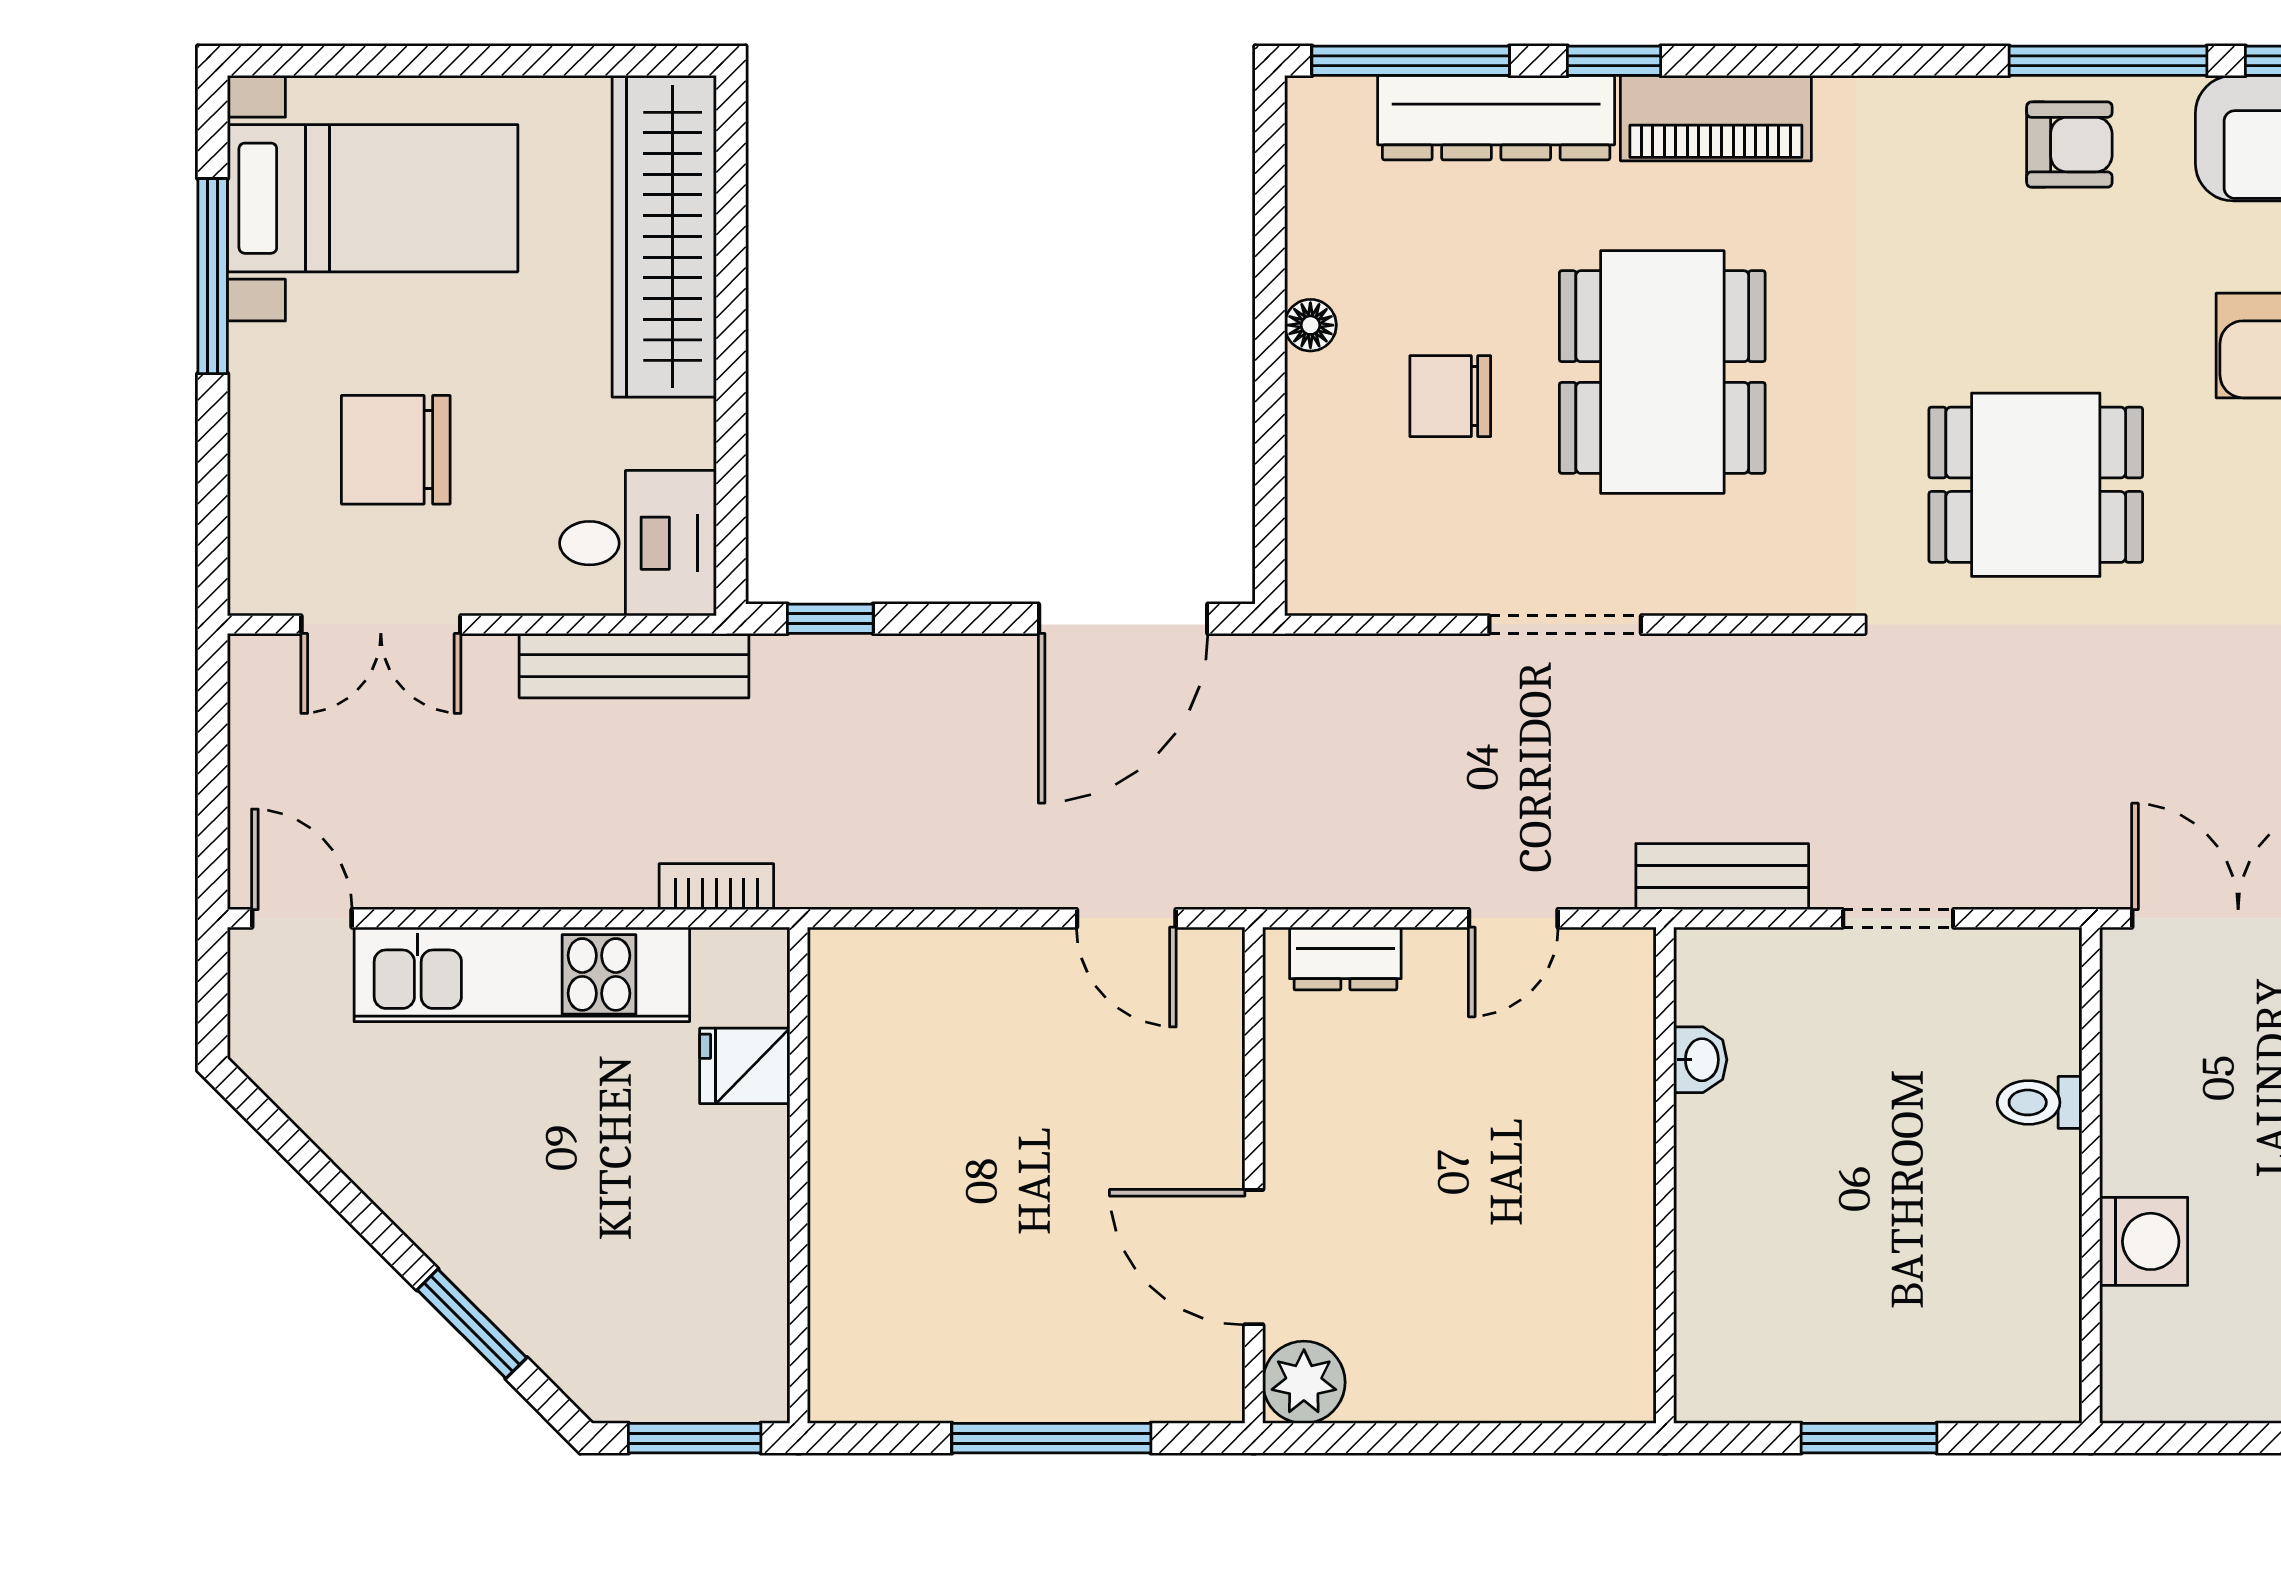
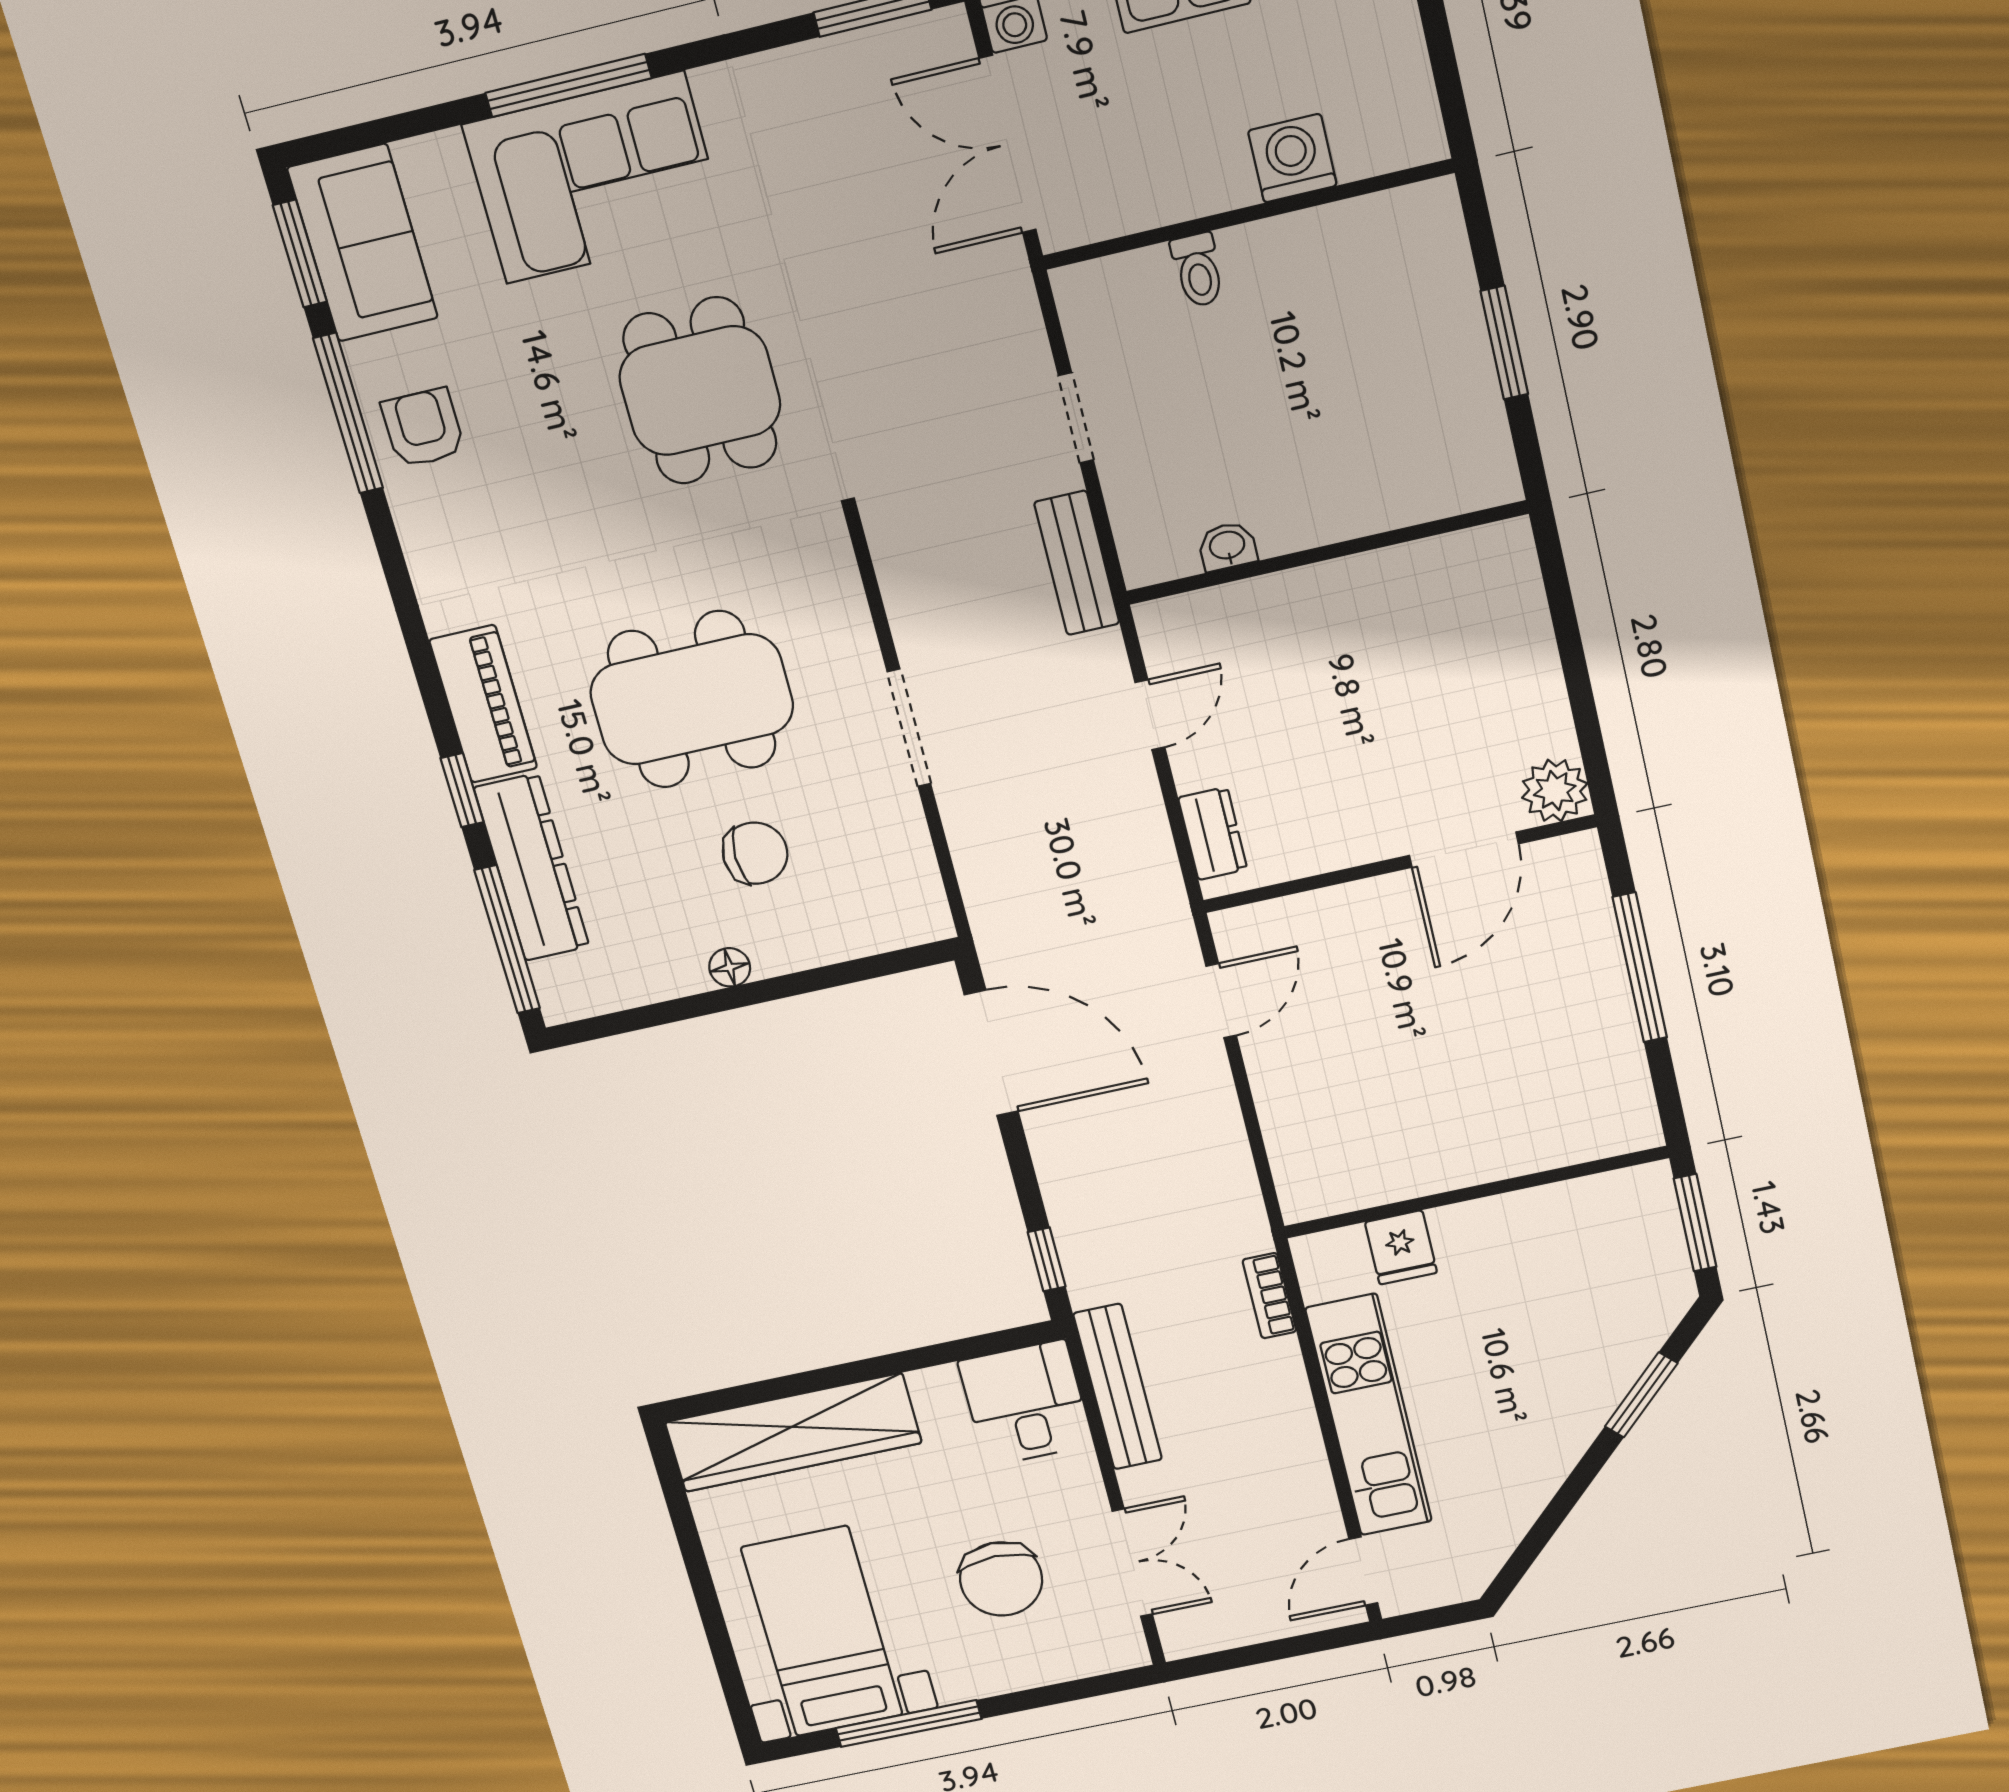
chair: (1450, 396) -> (755, 853), turned -90
door: (1513, 918) -> (1150, 715), hinge flipped

